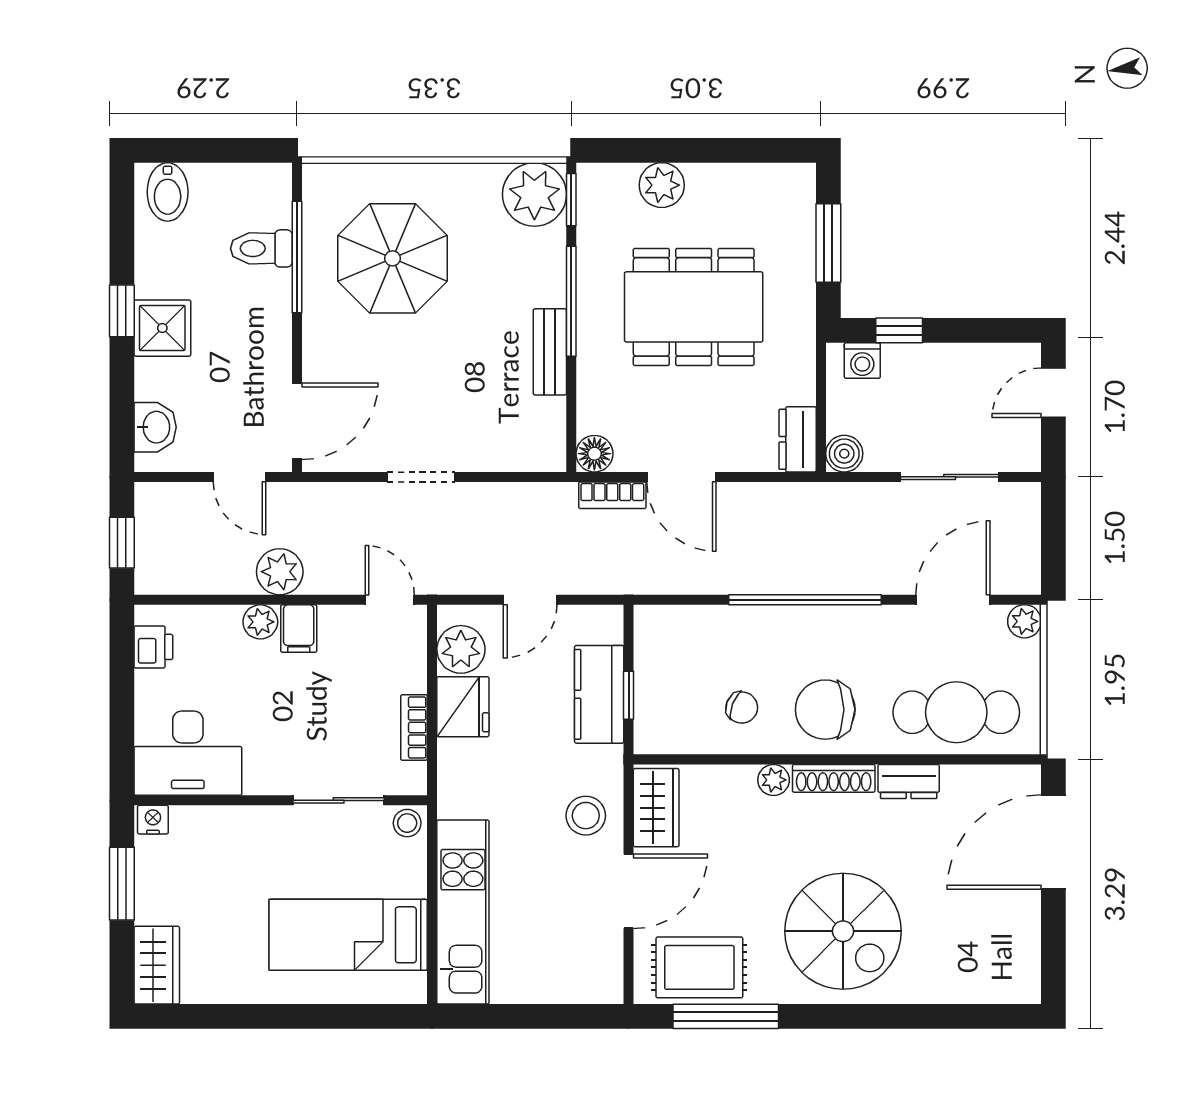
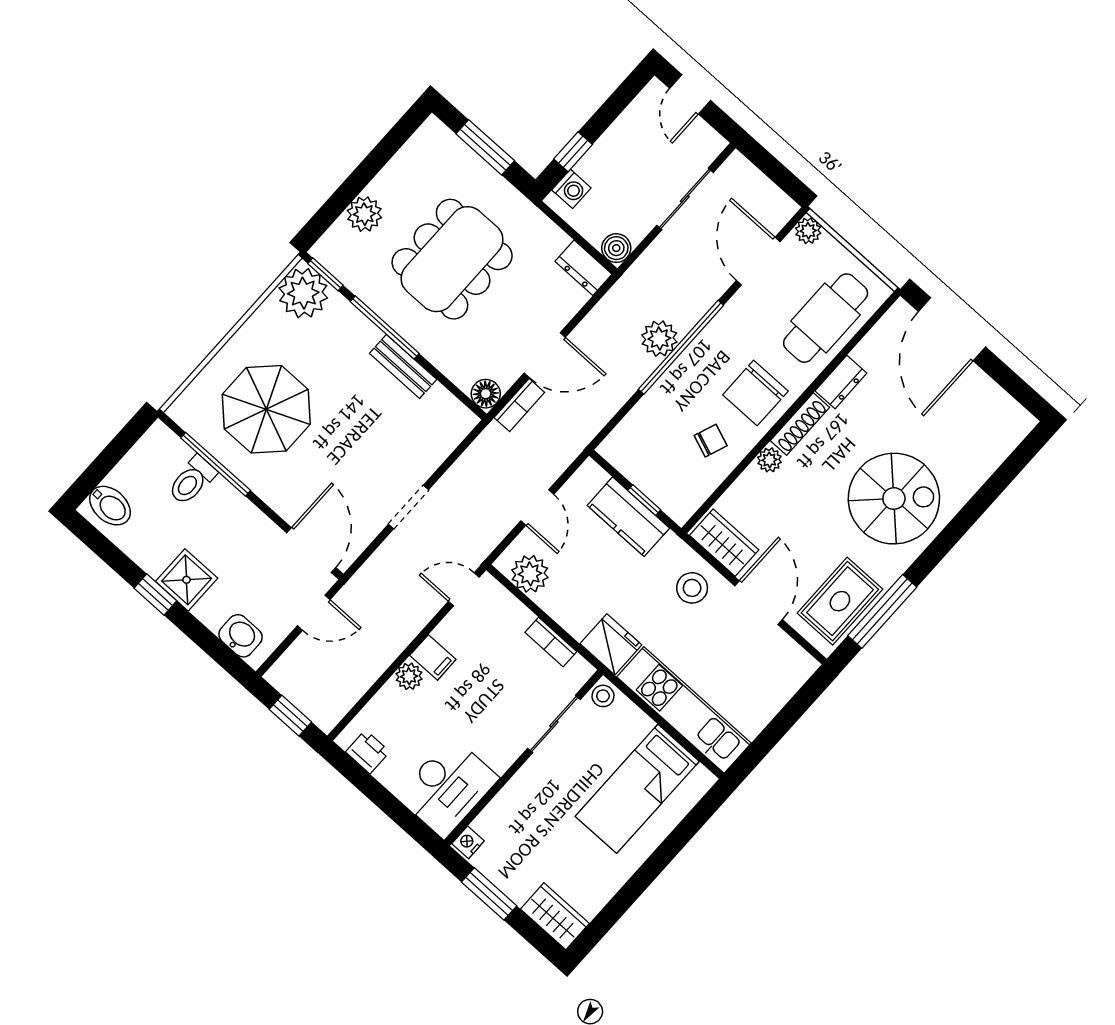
plant: (280, 572) -> (659, 339), moved
fridge: (463, 707) -> (611, 644), moved

